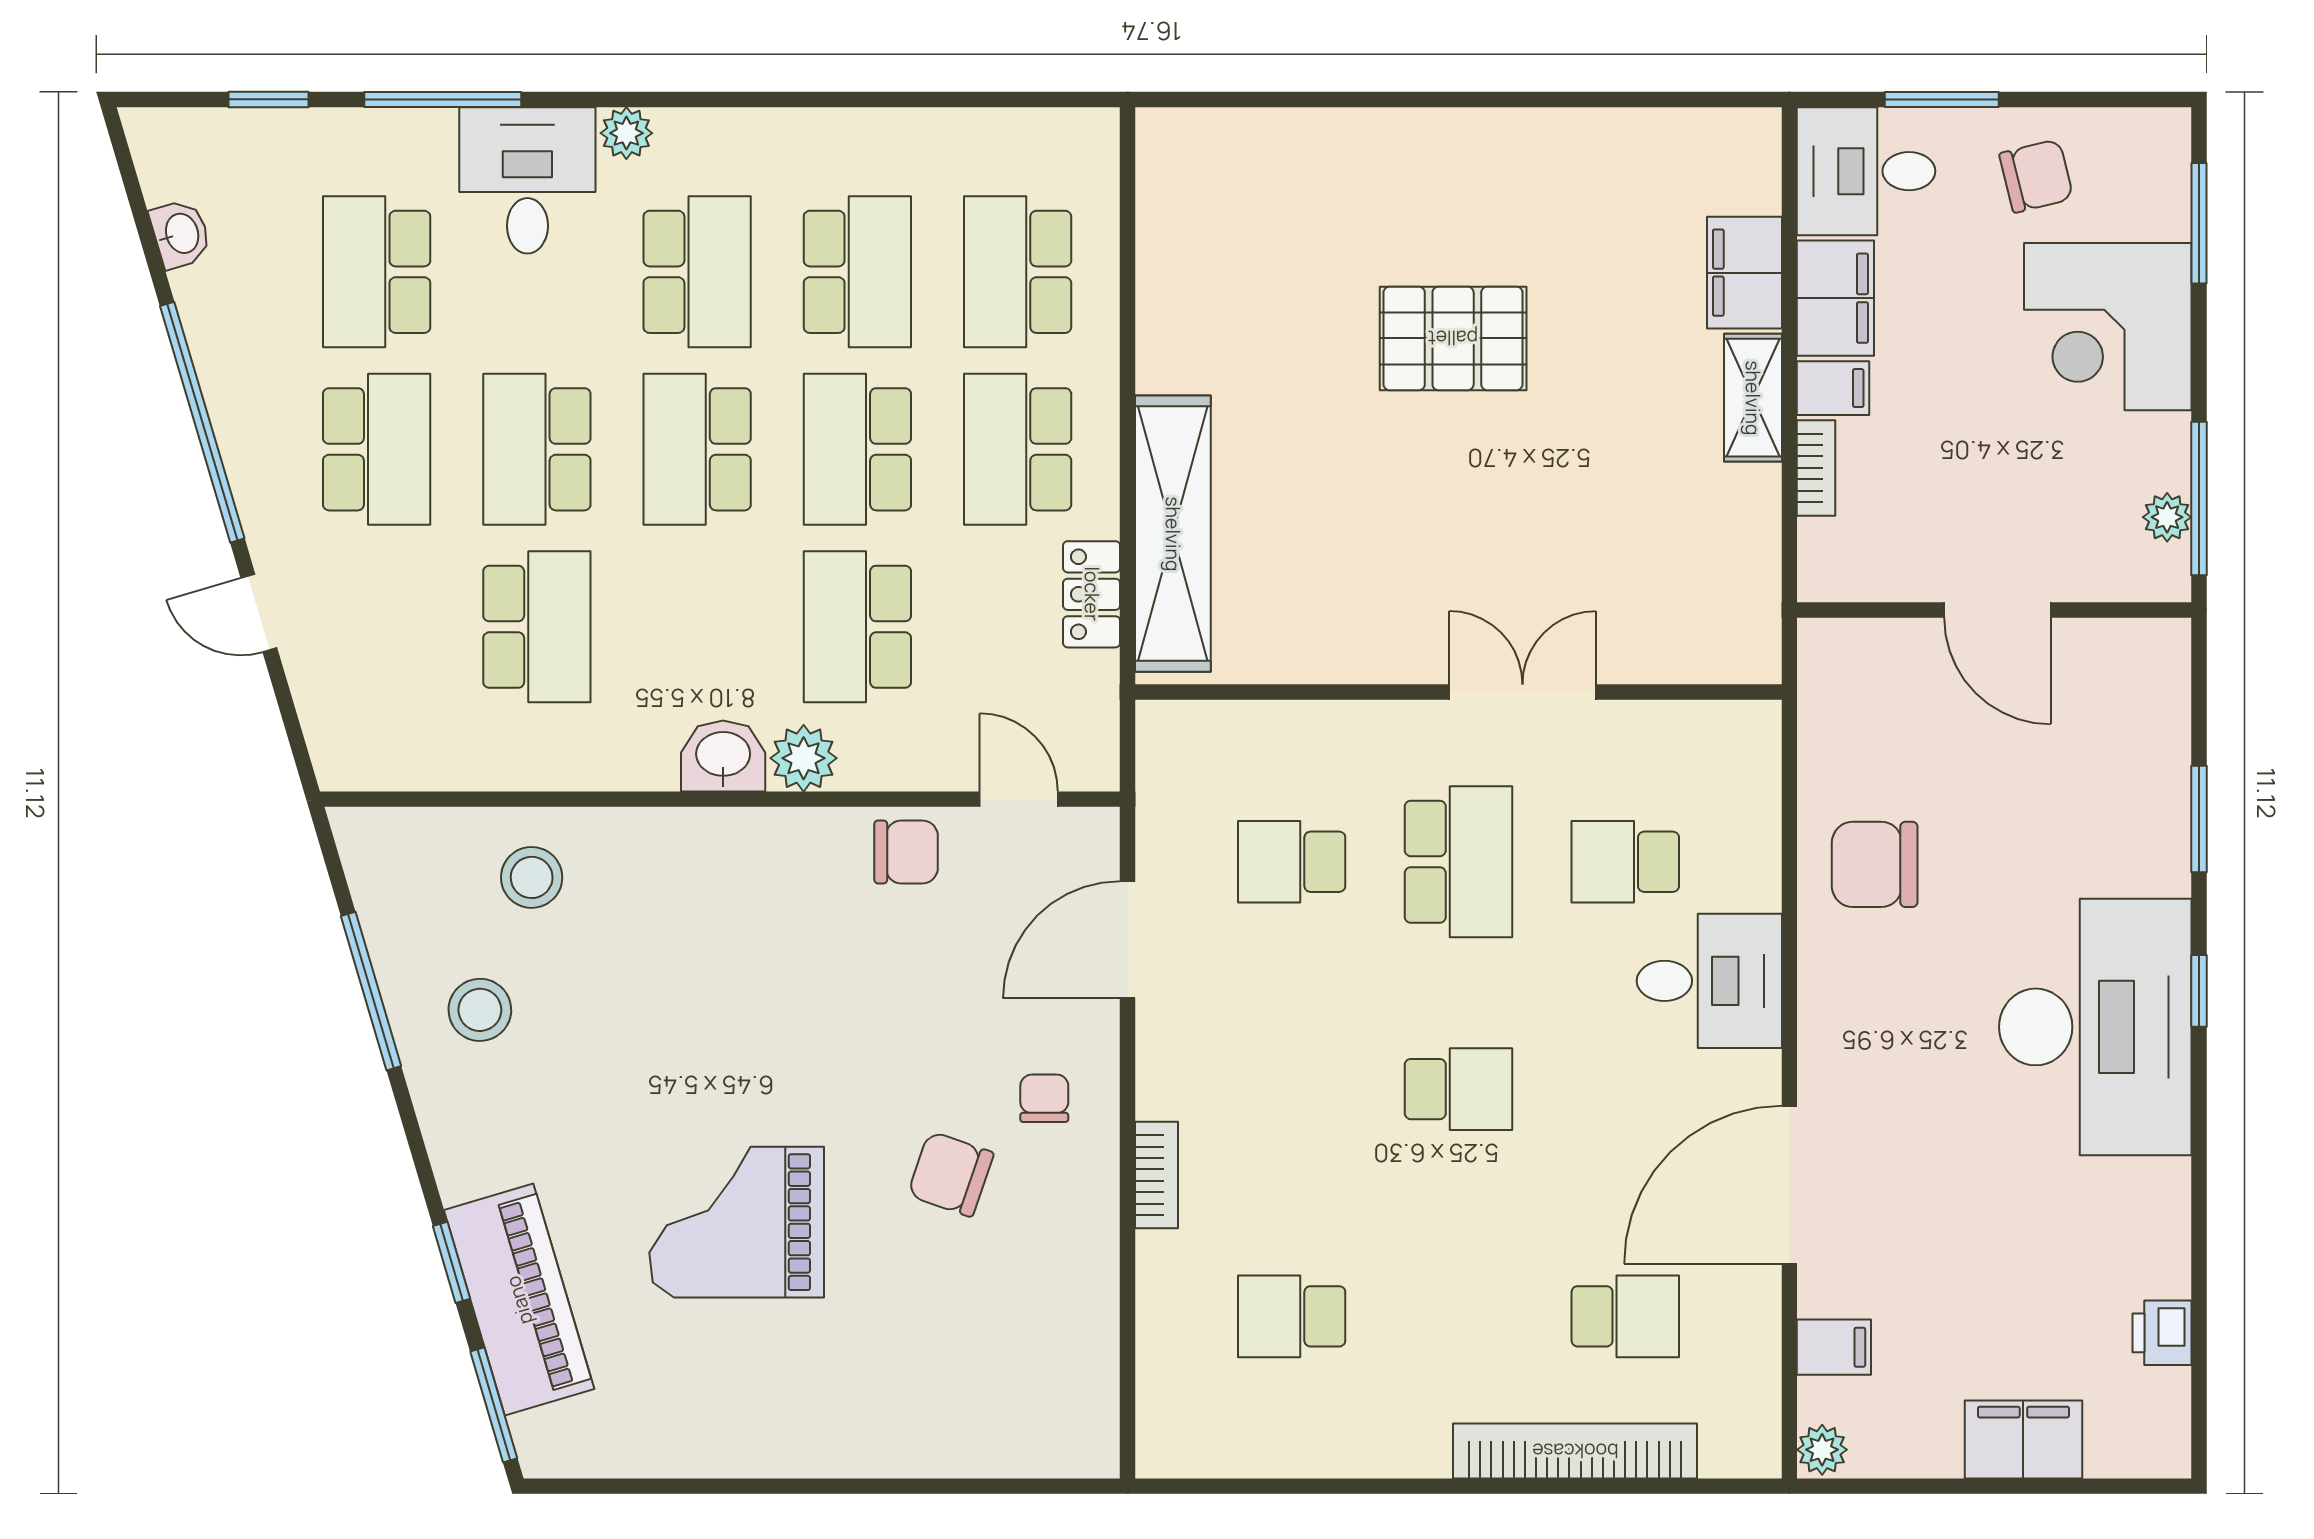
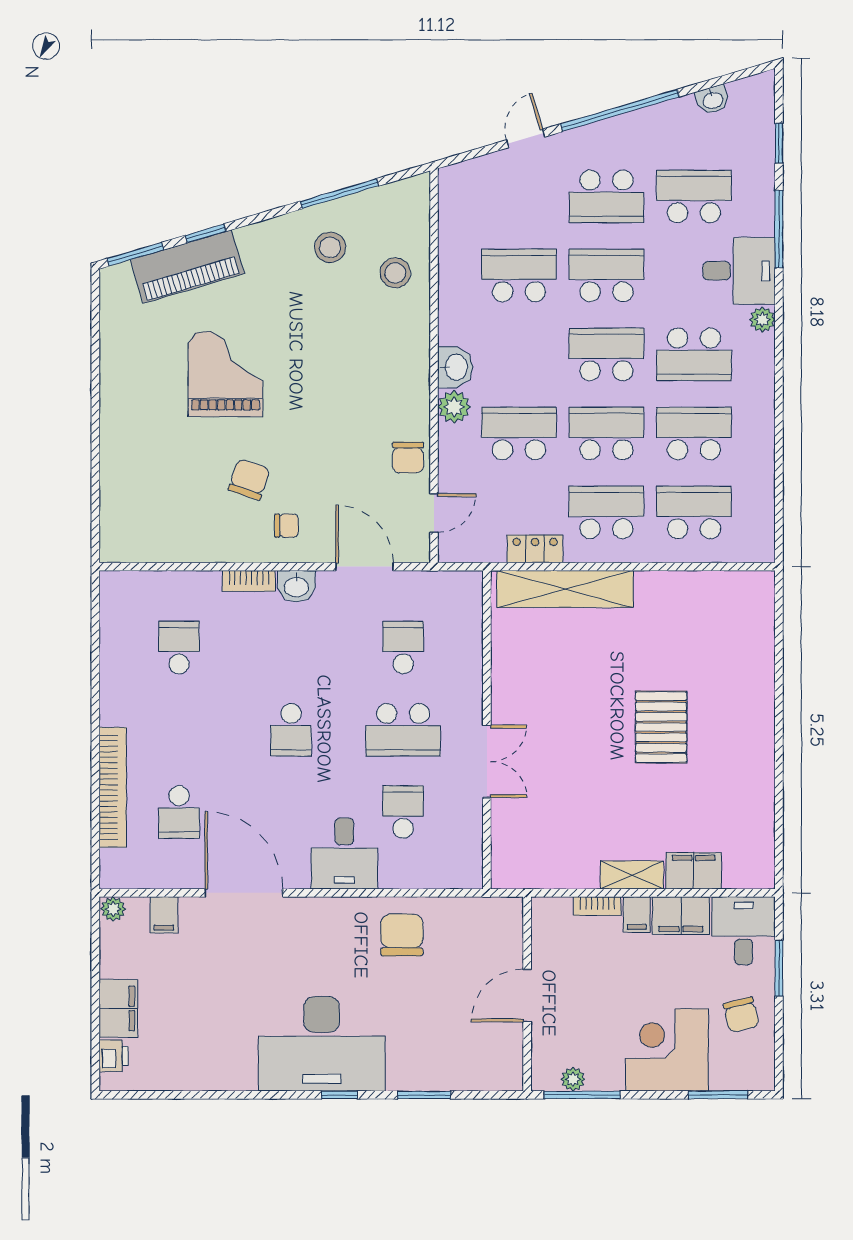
school desk: (857, 272) -> (694, 433), turned 180
school desk: (537, 627) -> (519, 275), turned 180
washbasin: (1167, 1078) -> (296, 586), added
printer: (2162, 1333) -> (114, 1056), moved, turned 90

